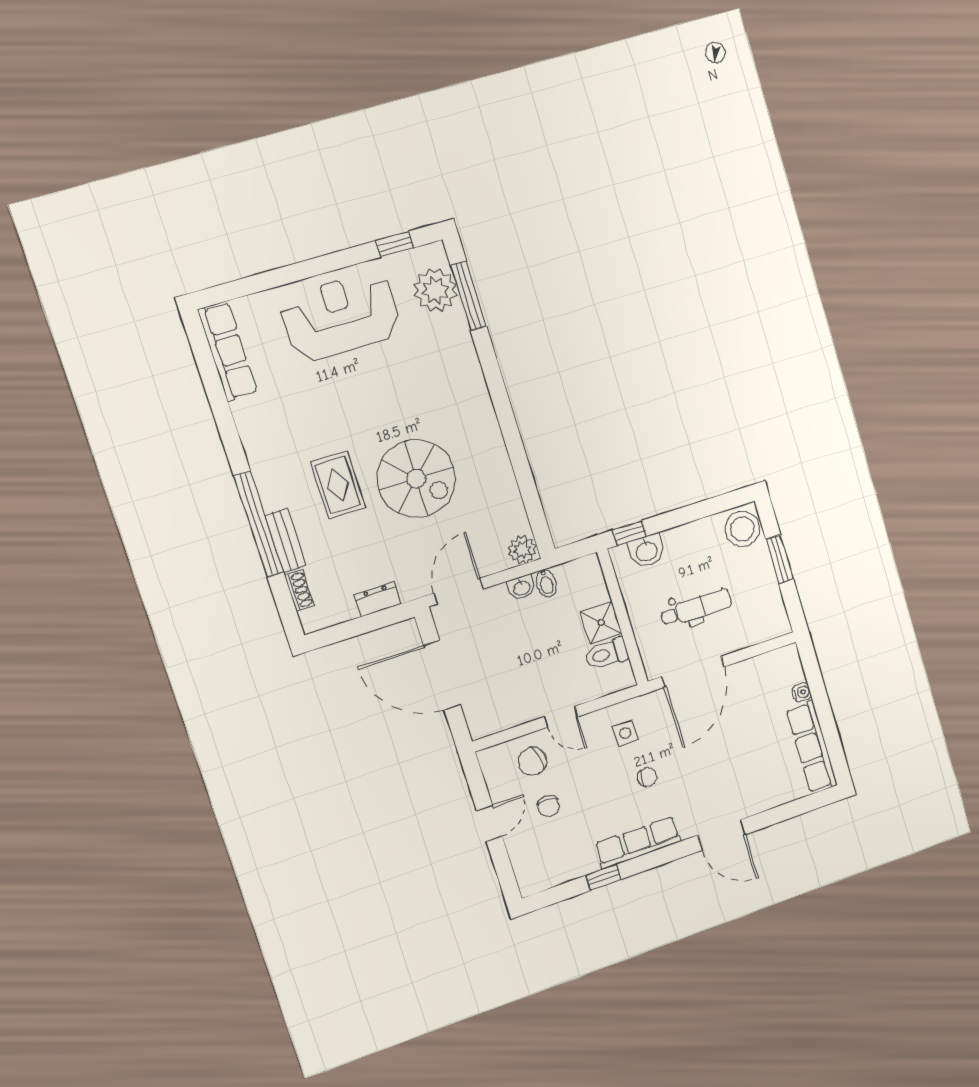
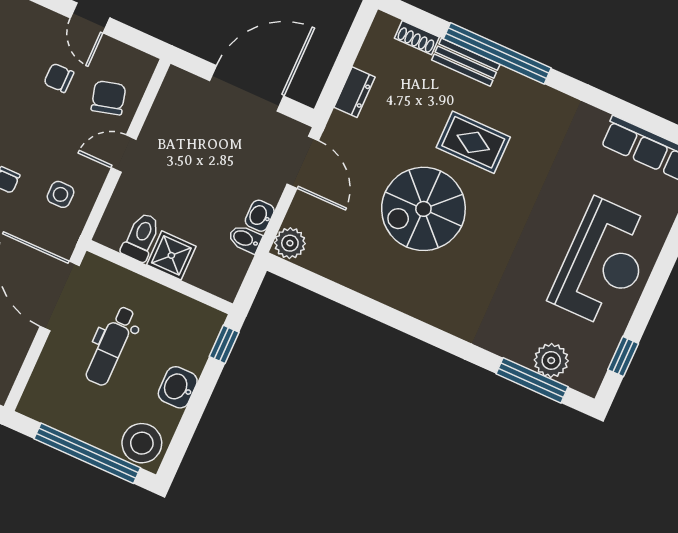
plant: (435, 290) -> (551, 360), width x0.73, depth x0.73
washbasin: (647, 551) -> (178, 387), moved
window: (780, 559) -> (87, 453), width x2.11

